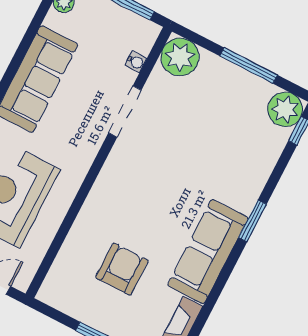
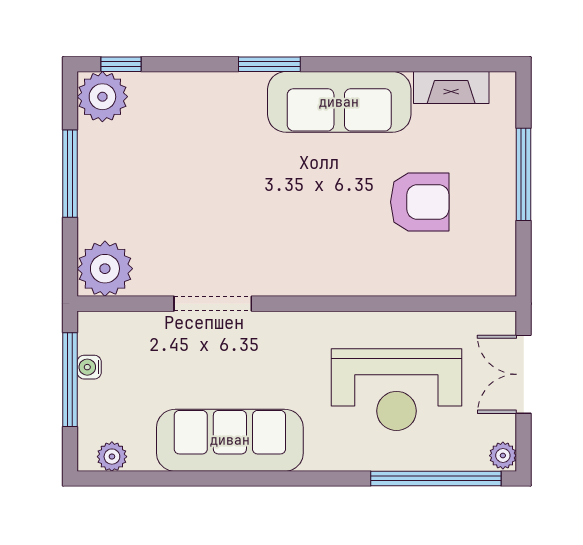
water cooler: (136, 62) -> (89, 367), moved, turned -90
armchair: (122, 269) -> (420, 202), turned 180

